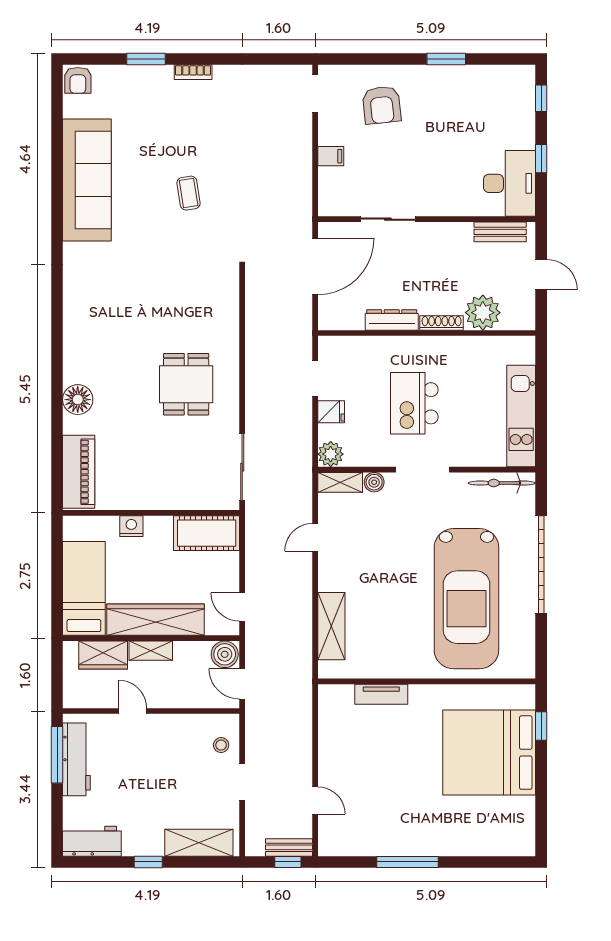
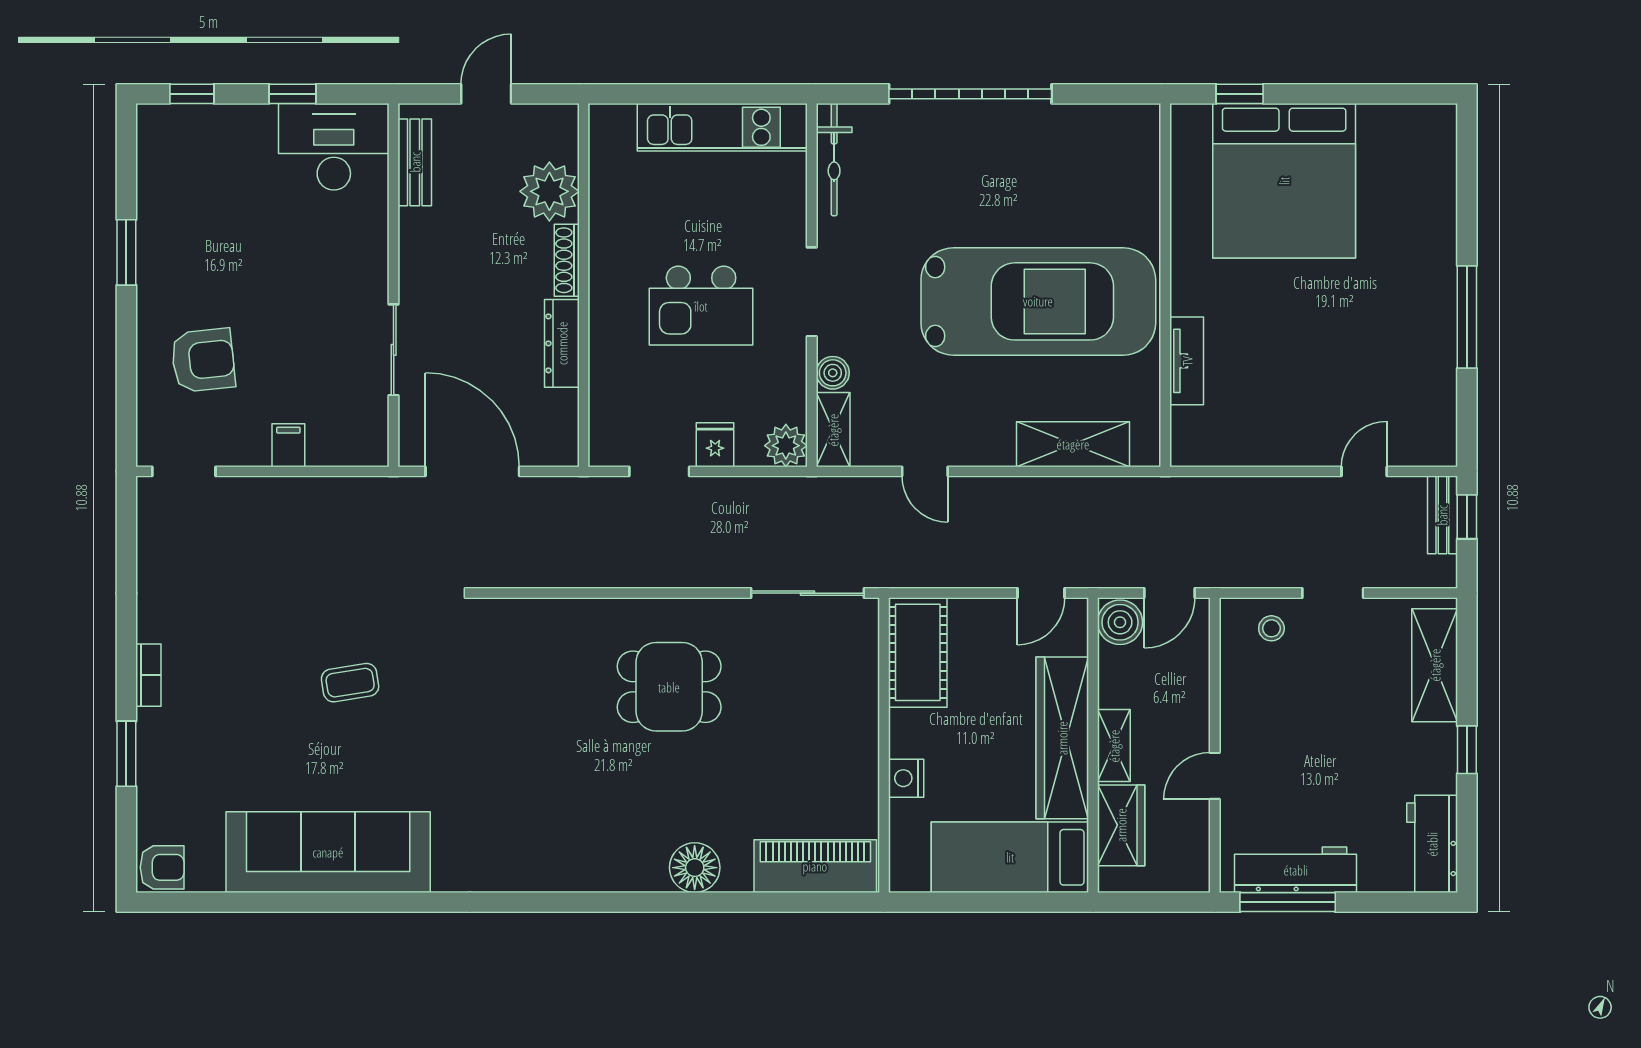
car: (466, 599) -> (1038, 301), moved

